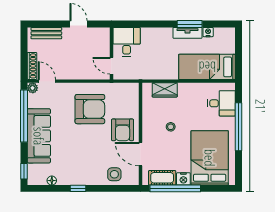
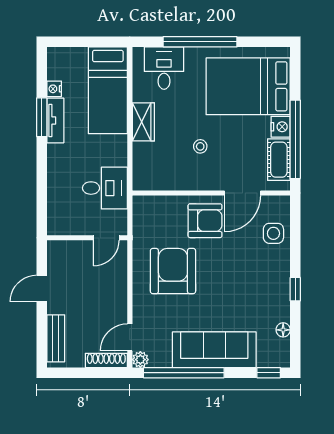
desk: (127, 42) -> (105, 188), moved, turned 180
wardrobe: (165, 90) -> (143, 122), moved

